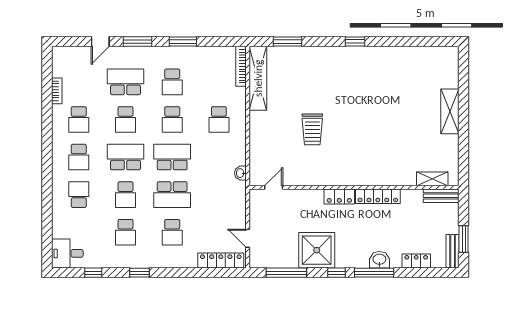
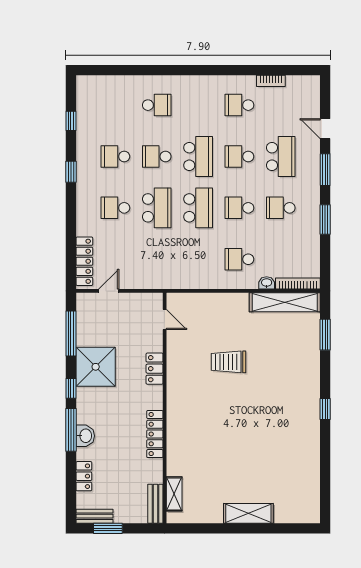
school desk: (79, 157) -> (198, 105), removed
washbasin: (240, 173) -> (267, 283), moved
school desk: (172, 195) -> (157, 208), turned 180
locker: (339, 197) -> (155, 369), moved
desk: (67, 253) -> (92, 93), removed

